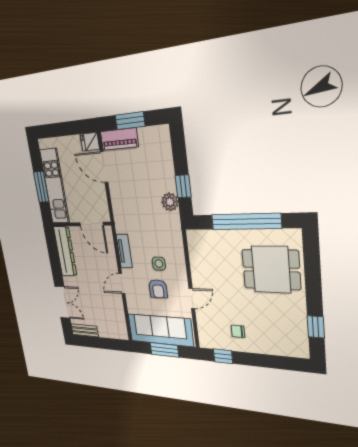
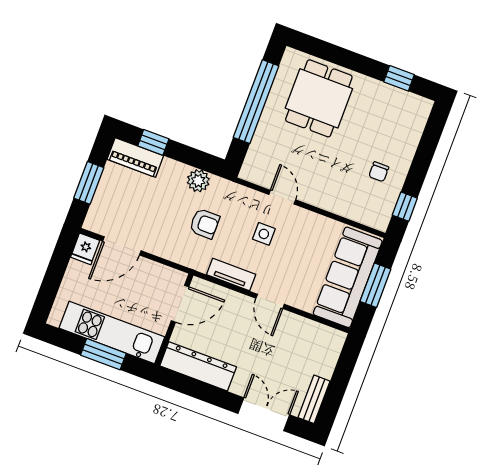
piano: (119, 139) -> (135, 157), moved, turned 90
window: (183, 186) -> (153, 142), moved
armchair: (158, 289) -> (204, 224), moved
door: (192, 298) -> (282, 197), moved

